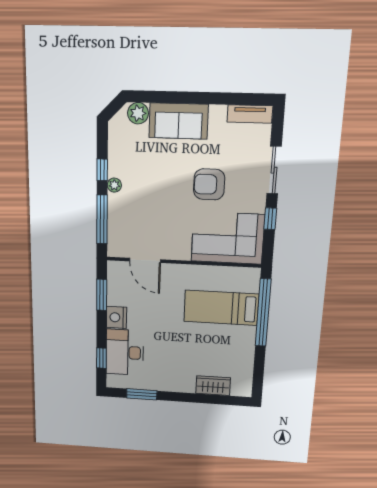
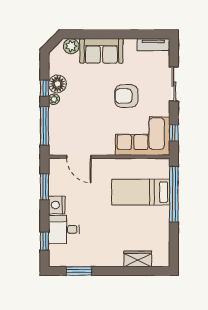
floor lamp: (119, 165) -> (57, 84), added
window: (270, 219) -> (174, 133), moved
desk: (125, 352) -> (64, 229), width x0.73

